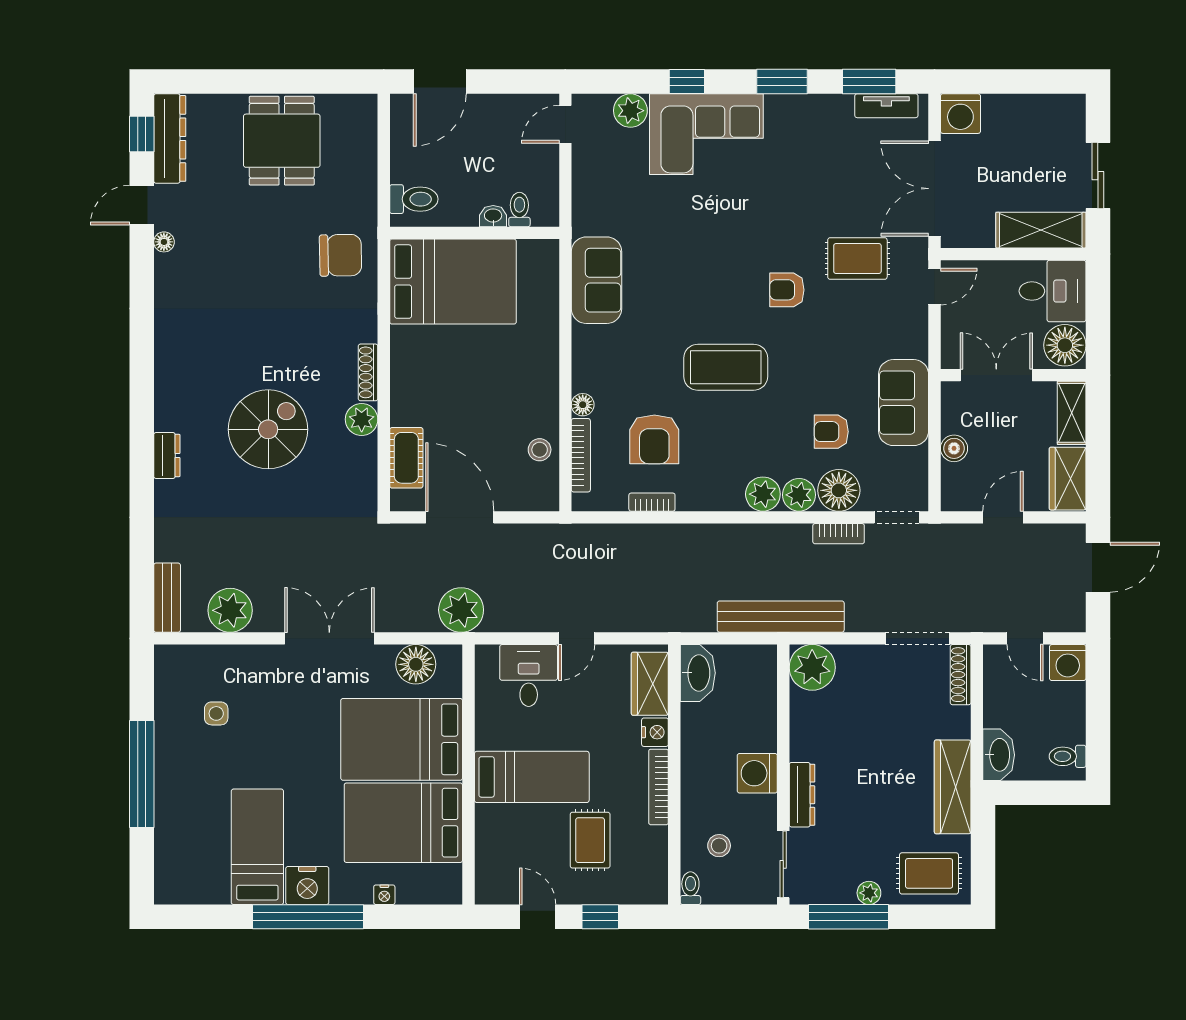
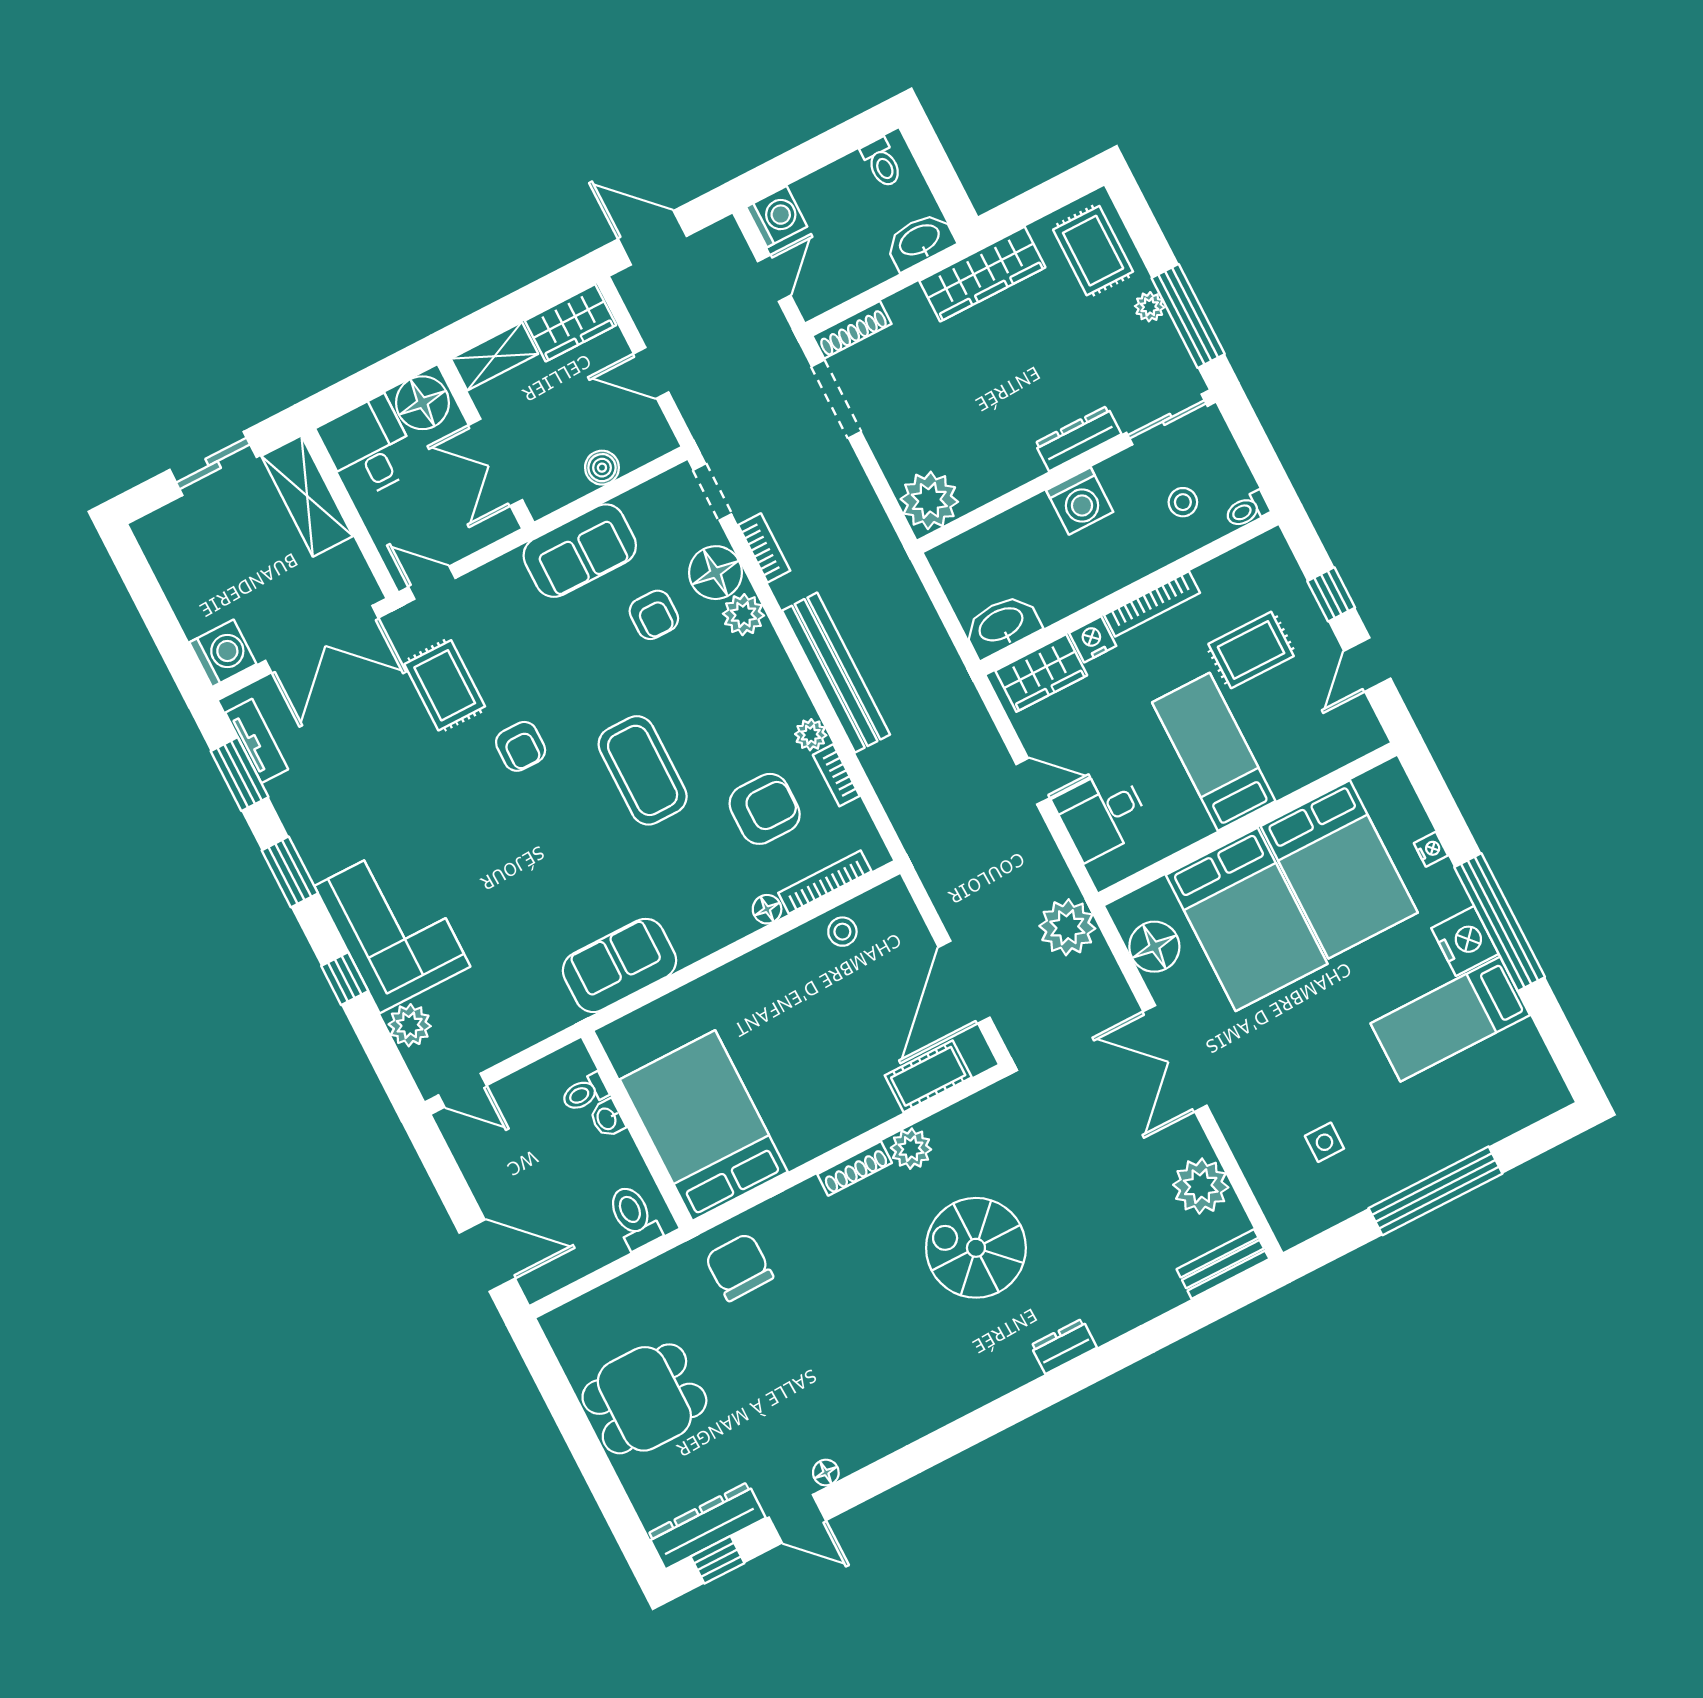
plant: (763, 494) -> (811, 735), moved, width x0.73, depth x0.73
bench: (781, 617) -> (836, 673), moved

